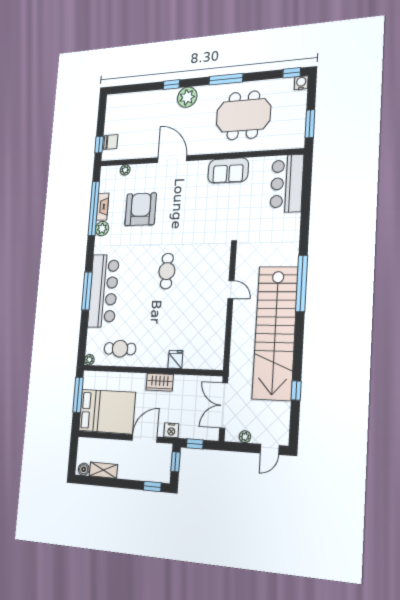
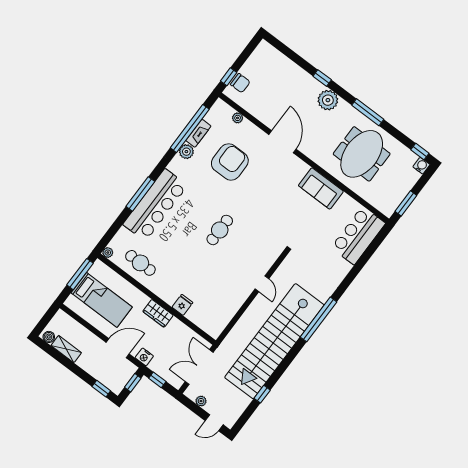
meeting table: (243, 115) -> (362, 154), turned 90
bed: (107, 411) -> (102, 300), width x0.67

